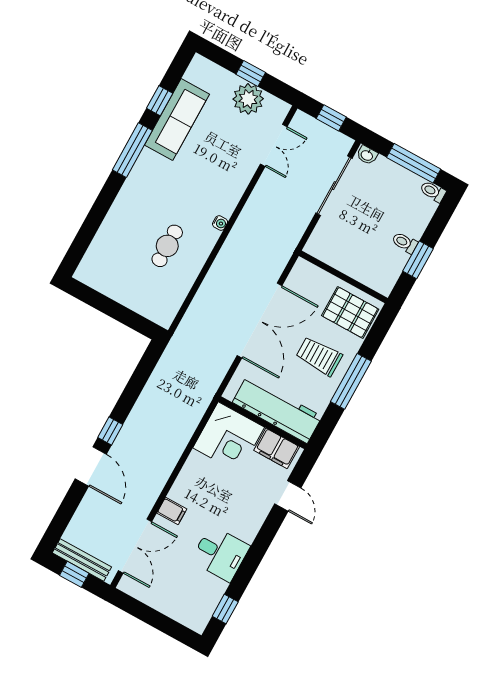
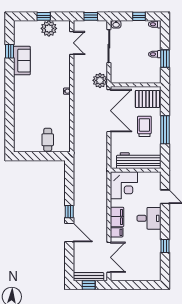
sofa: (177, 120) -> (22, 61), width x0.73
window: (132, 150) -> (10, 80), removed
window: (414, 163) -> (139, 16), width x0.46
plant: (287, 236) -> (100, 80), added
cafe table: (167, 246) -> (48, 140), moved
double door: (260, 321) -> (109, 111), moved
trolley: (319, 356) -> (144, 126), turned 90
filing cabinet: (277, 448) -> (117, 217), moved, turned -90
desk: (220, 554) -> (149, 218), moved
window: (225, 609) -> (165, 246), moved

